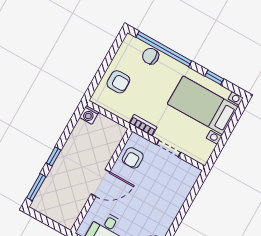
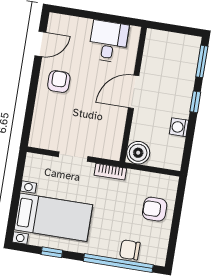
chair: (151, 56) -> (130, 250), turned 180
washing machine: (89, 115) -> (179, 127), moved, turned -90
boiler: (115, 132) -> (138, 153), added
armchair: (133, 158) -> (59, 82), moved

